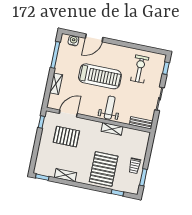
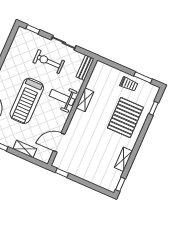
exercise bike: (140, 69) -> (49, 62), moved
treadmill: (100, 76) -> (27, 101), turned 180
door: (68, 114) -> (59, 143), hinge flipped
pallet: (66, 137) -> (83, 150), removed
pallet: (104, 169) -> (125, 118), turned 90

